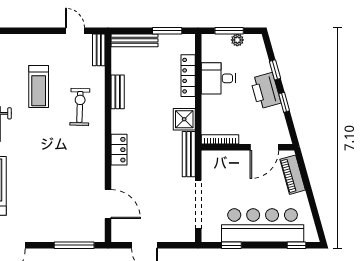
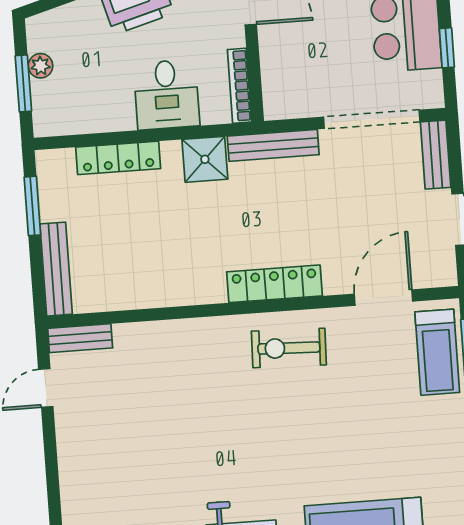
desk: (218, 78) -> (166, 95), moved
treadmill: (39, 87) -> (437, 352), moved, turned 90
bench: (118, 92) -> (436, 155), moved, turned 90
exercise bike: (80, 107) -> (289, 348), moved
locker: (119, 150) -> (274, 284), width x1.53

